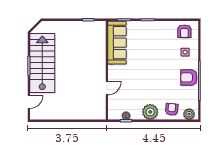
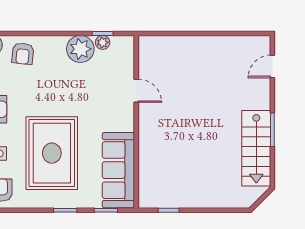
rug: (155, 52) -> (52, 153), added
stairs: (42, 63) -> (256, 148), width x0.73, depth x0.66
door: (107, 88) -> (136, 91), swing flipped
plant: (150, 112) -> (80, 49), moved

